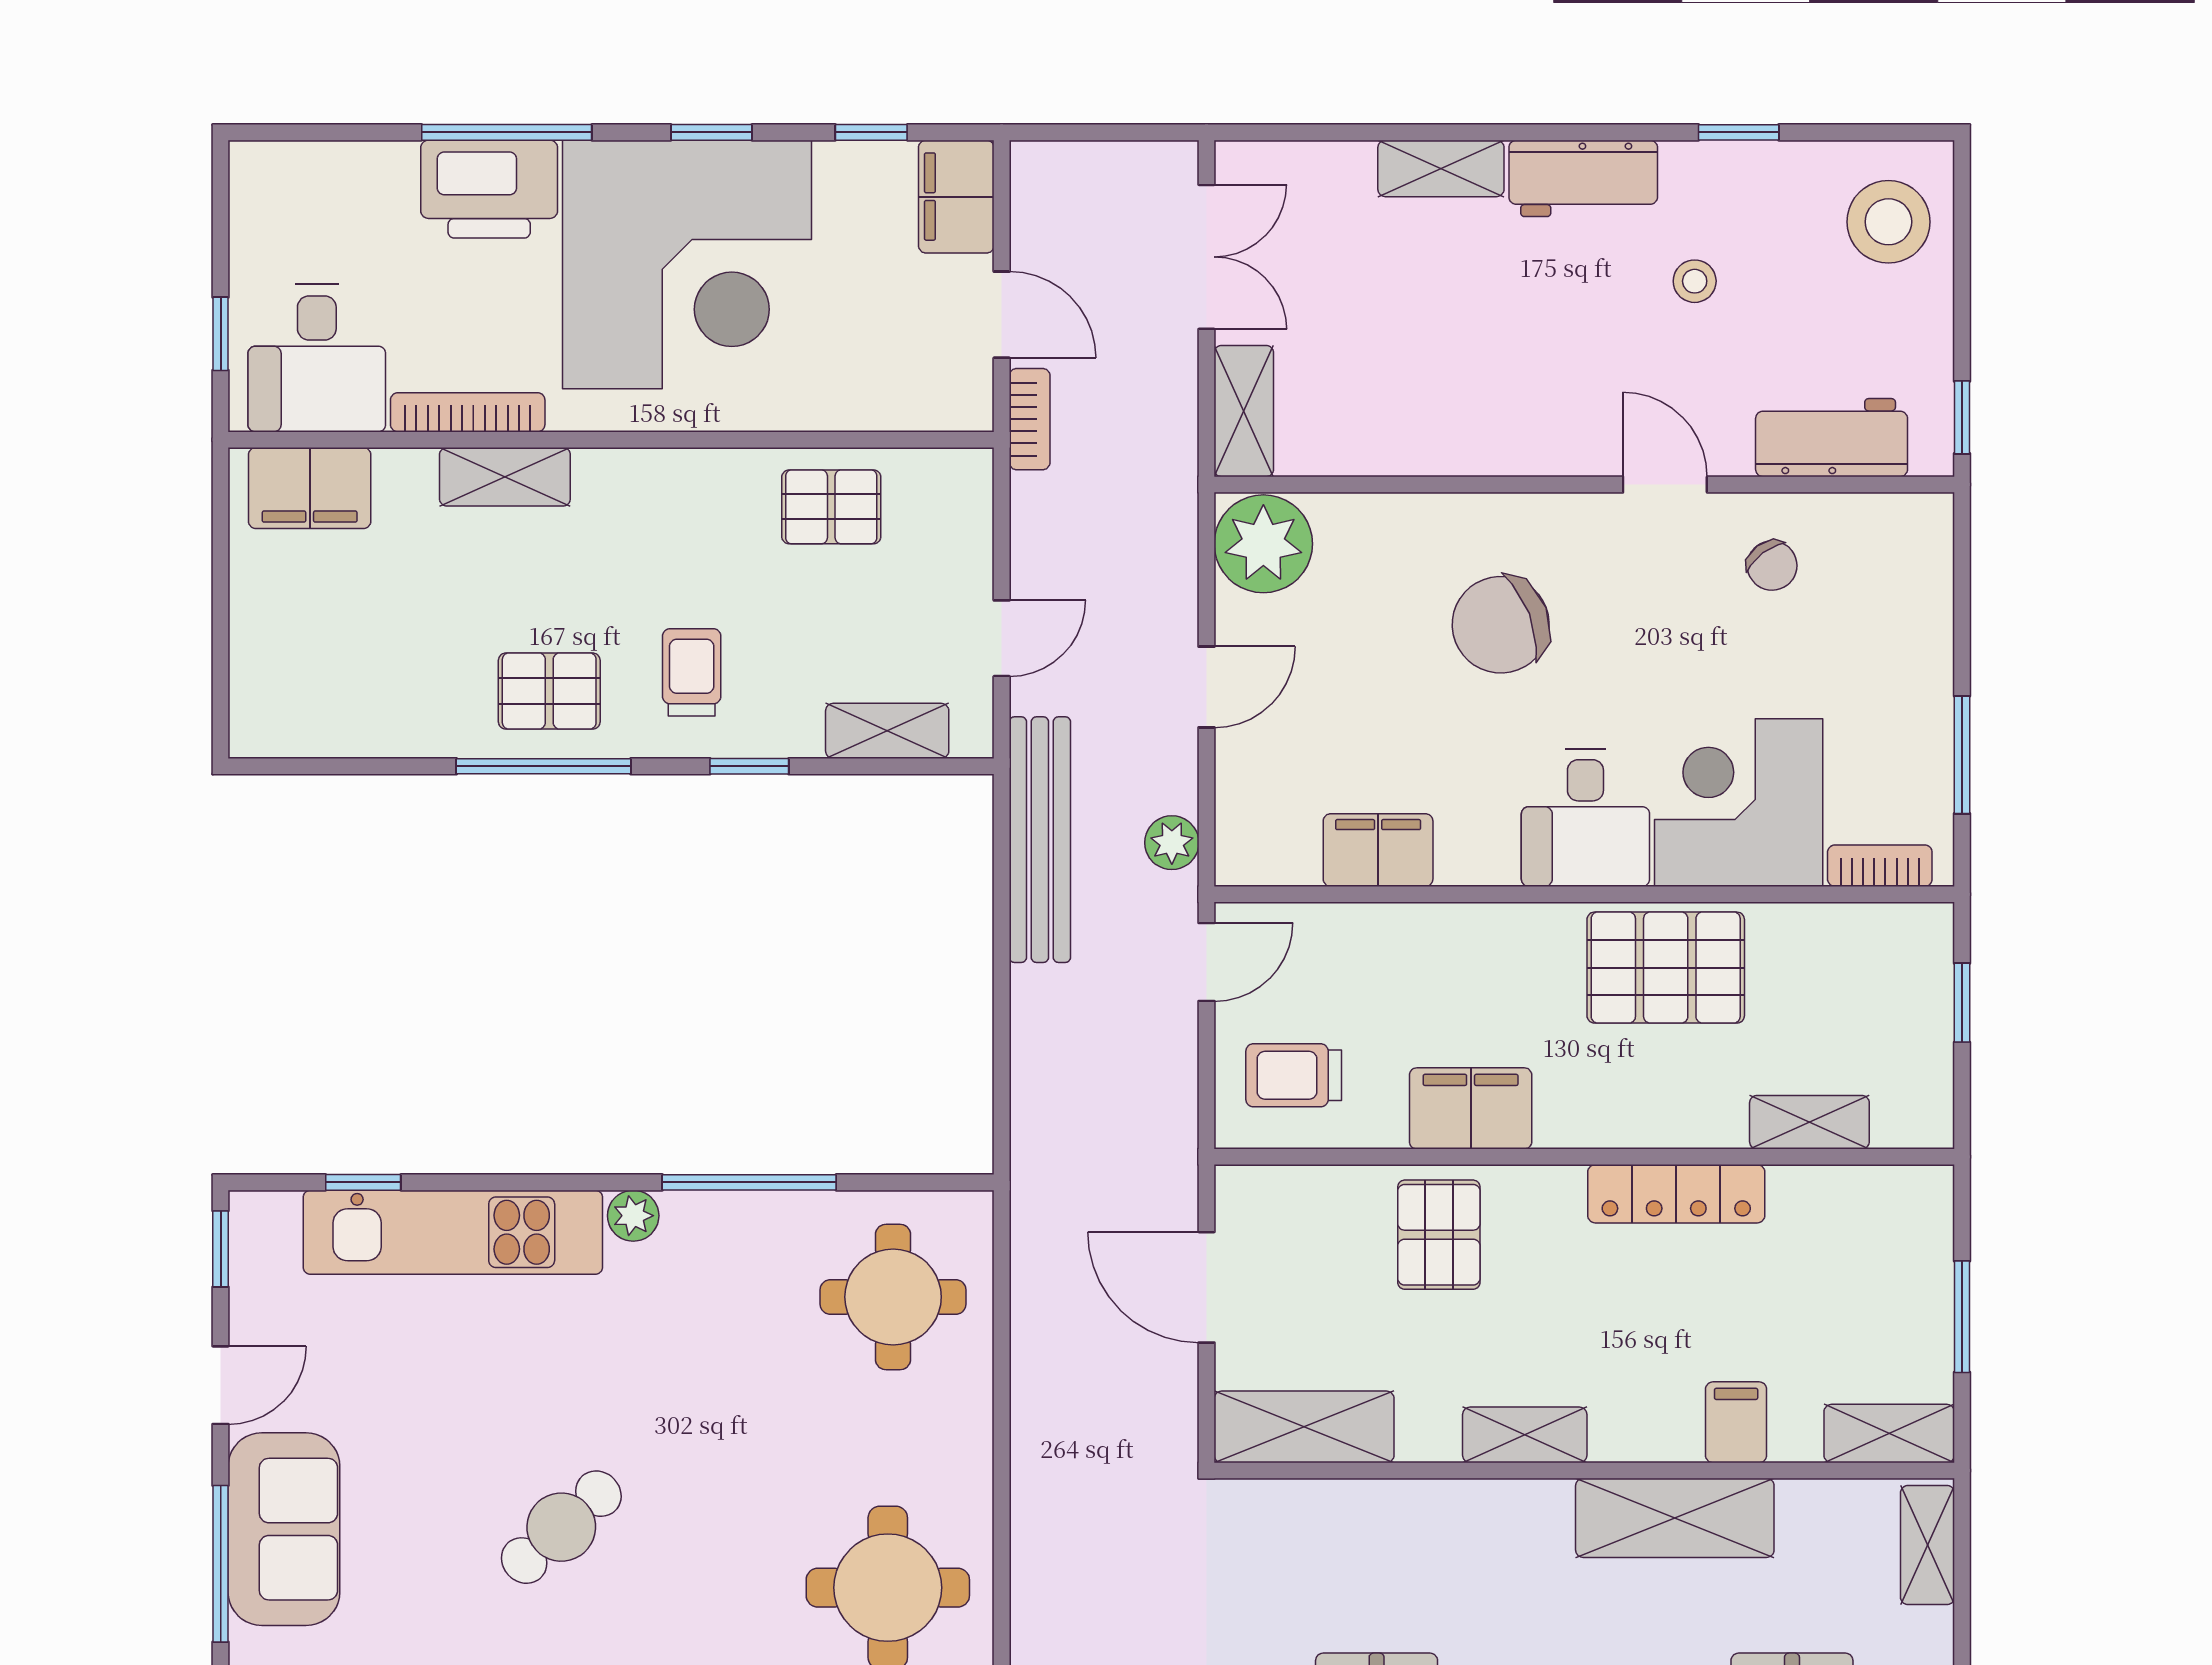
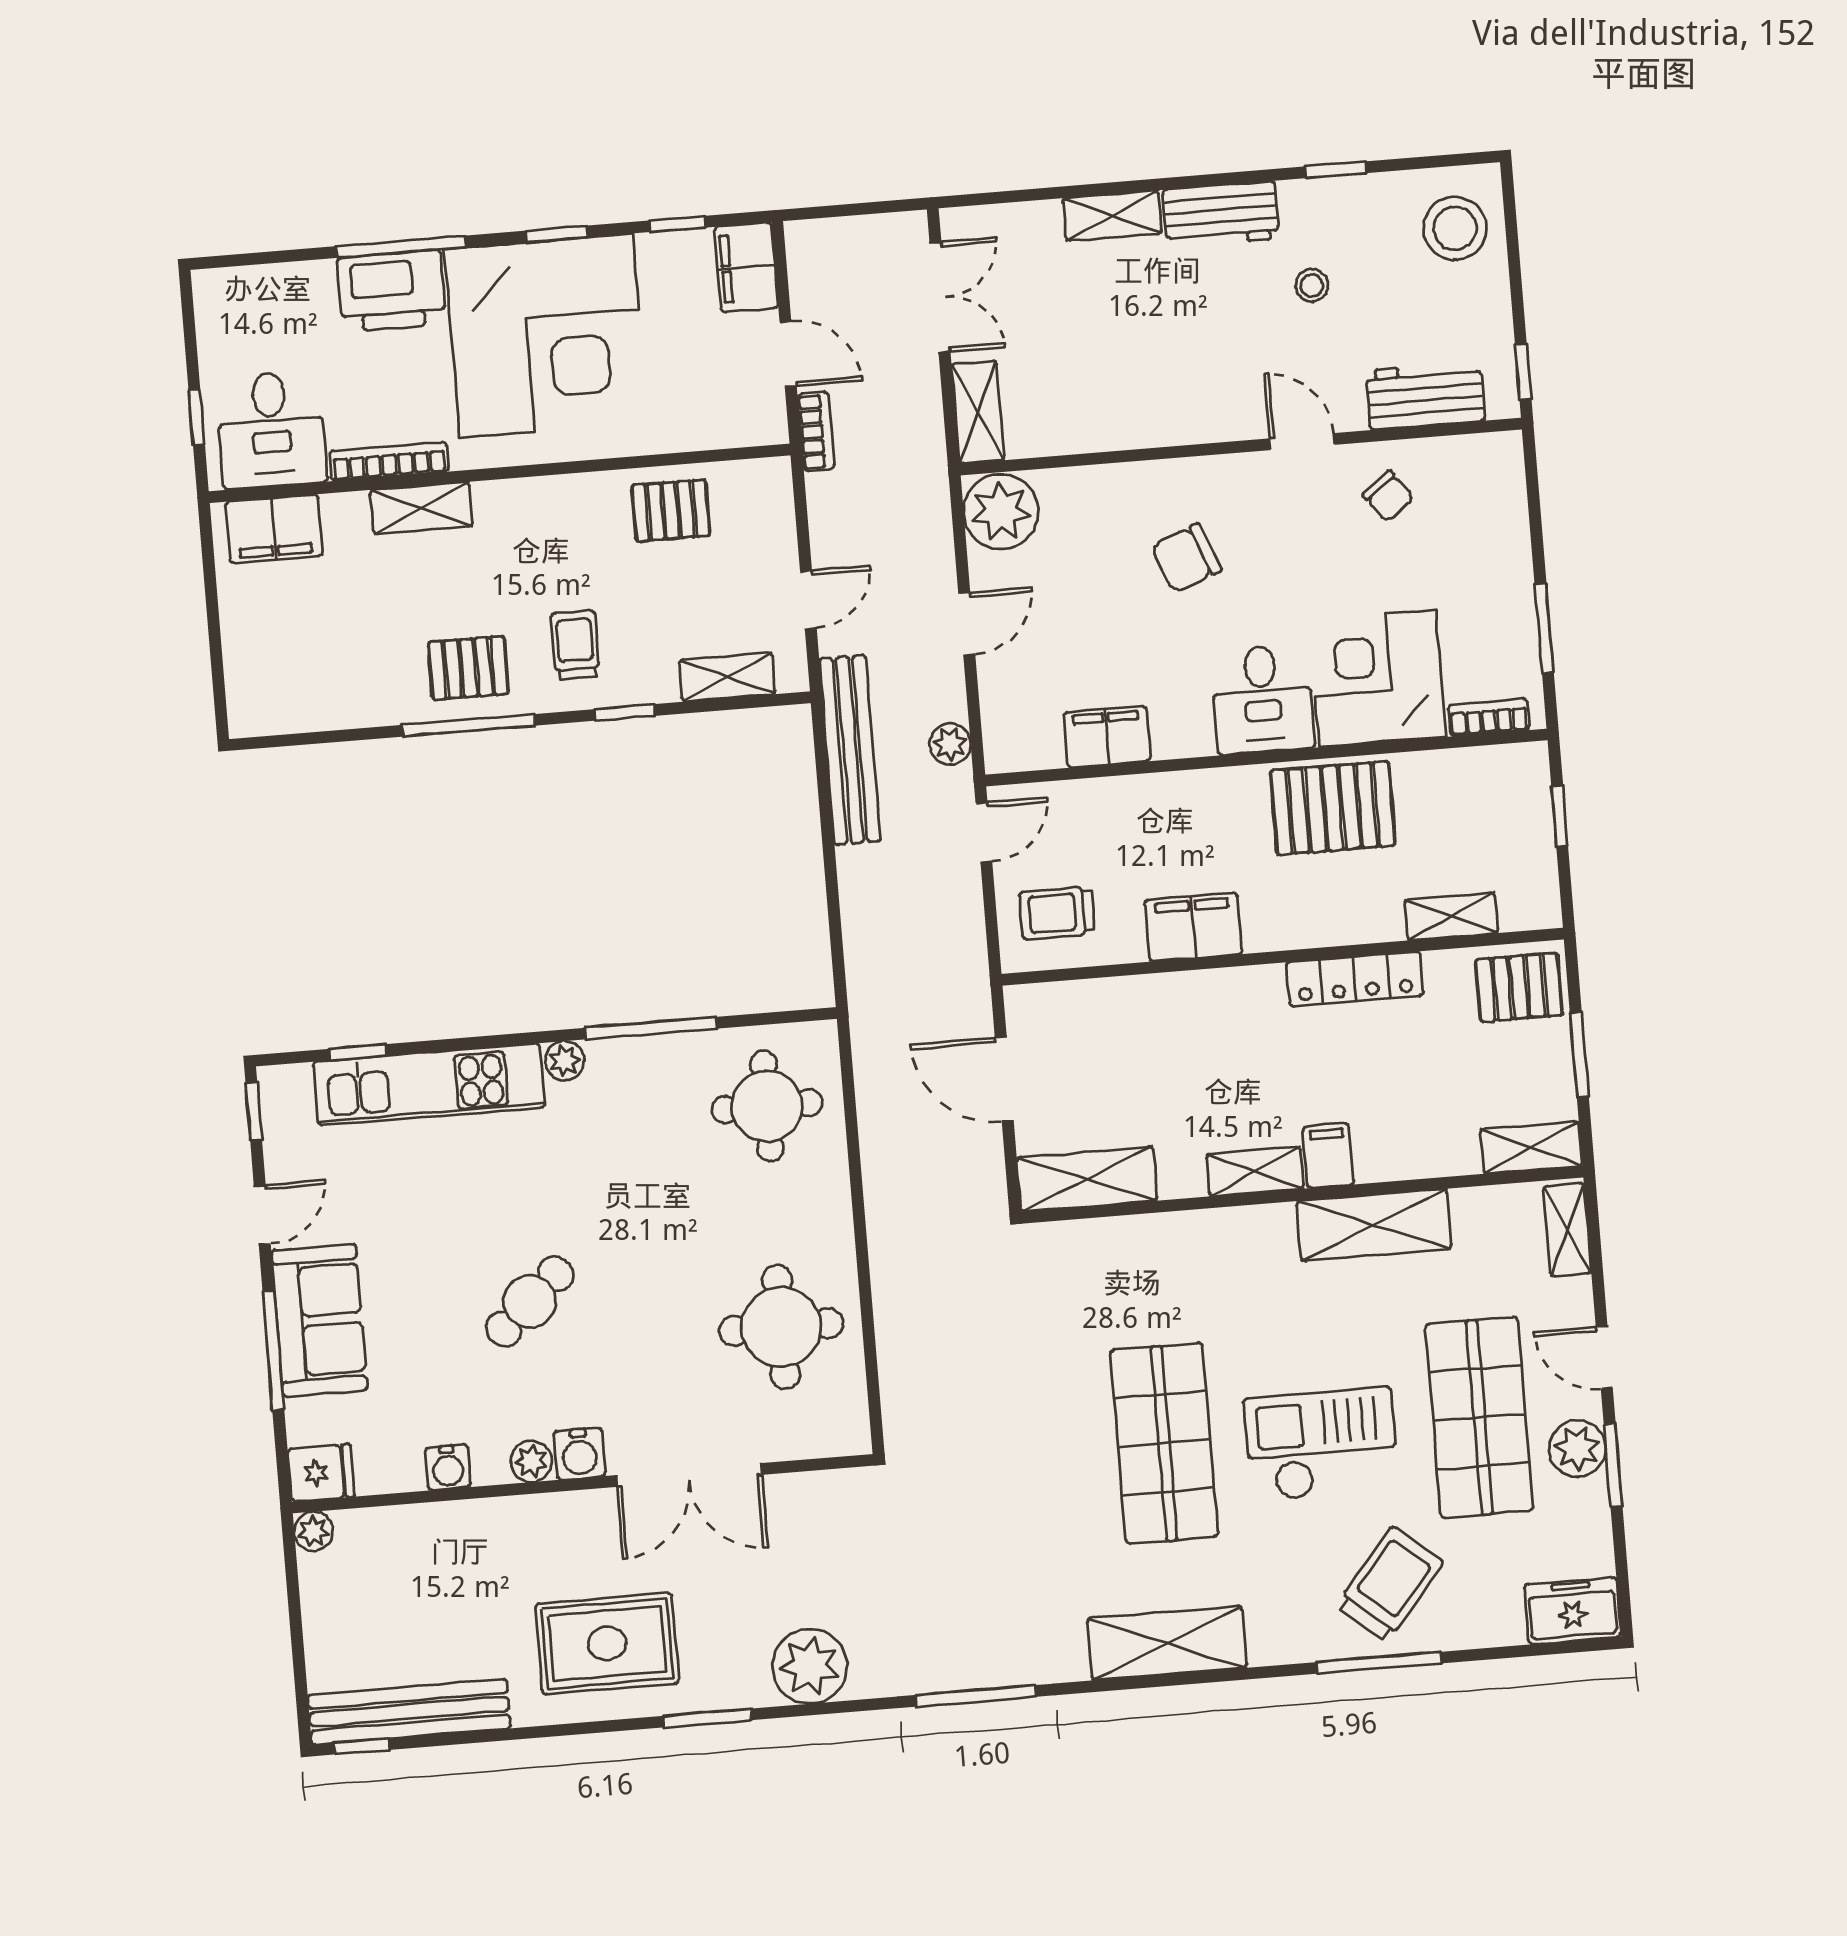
chair: (1501, 625) -> (1186, 558), width x0.73, depth x0.73
pallet: (1439, 1235) -> (1519, 987), moved, turned 90
filing cabinet: (1736, 1422) -> (1328, 1156), moved

